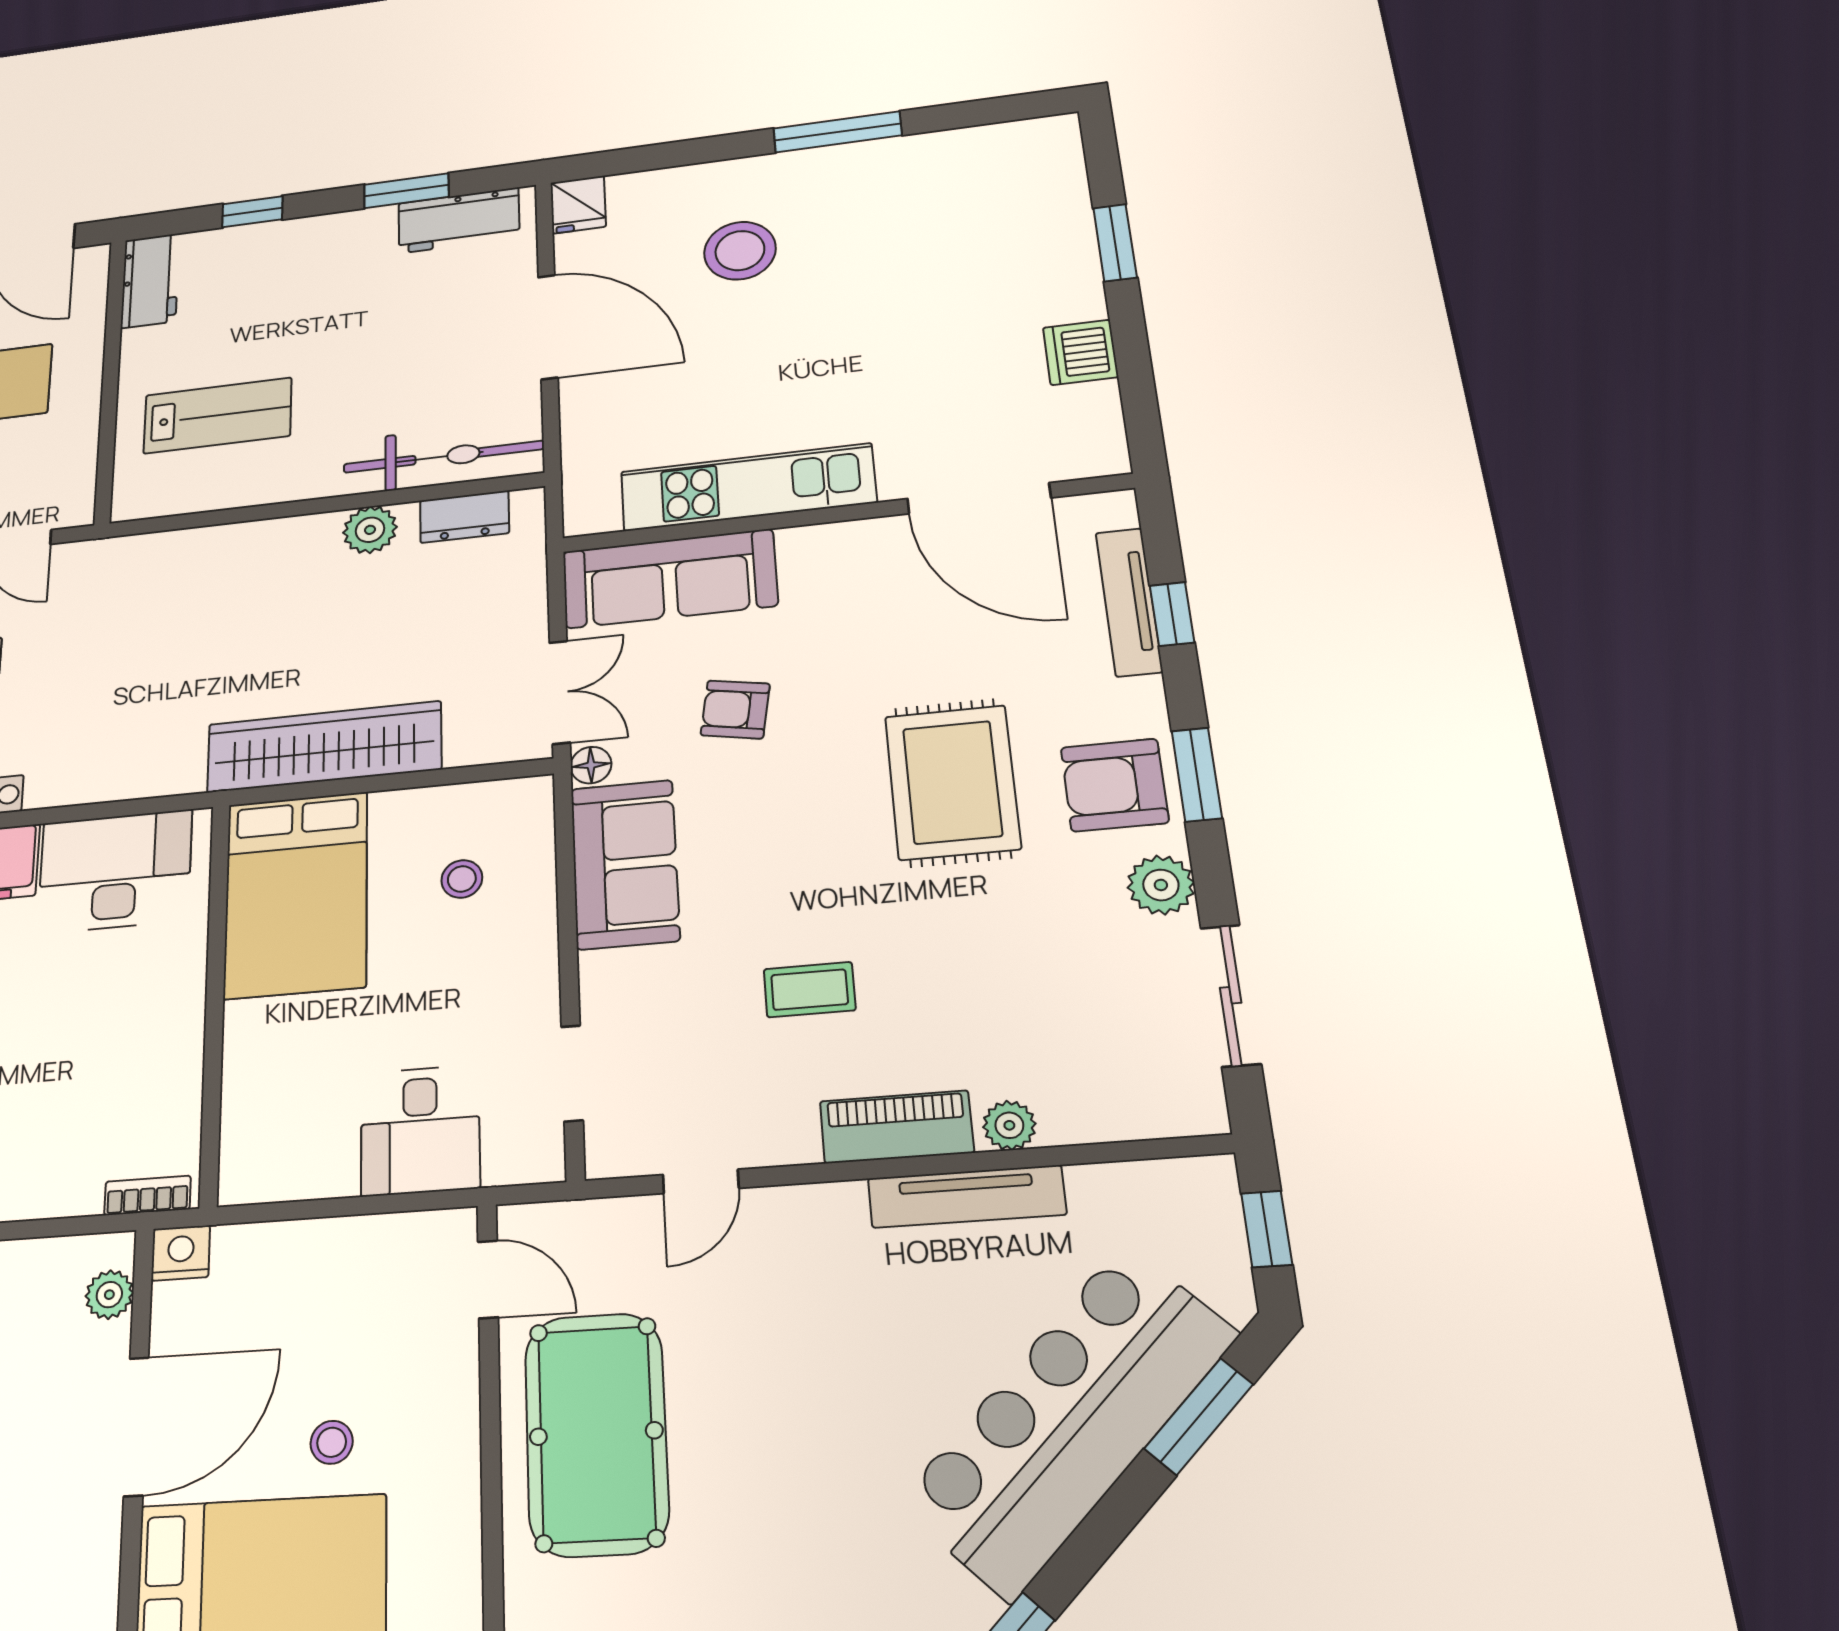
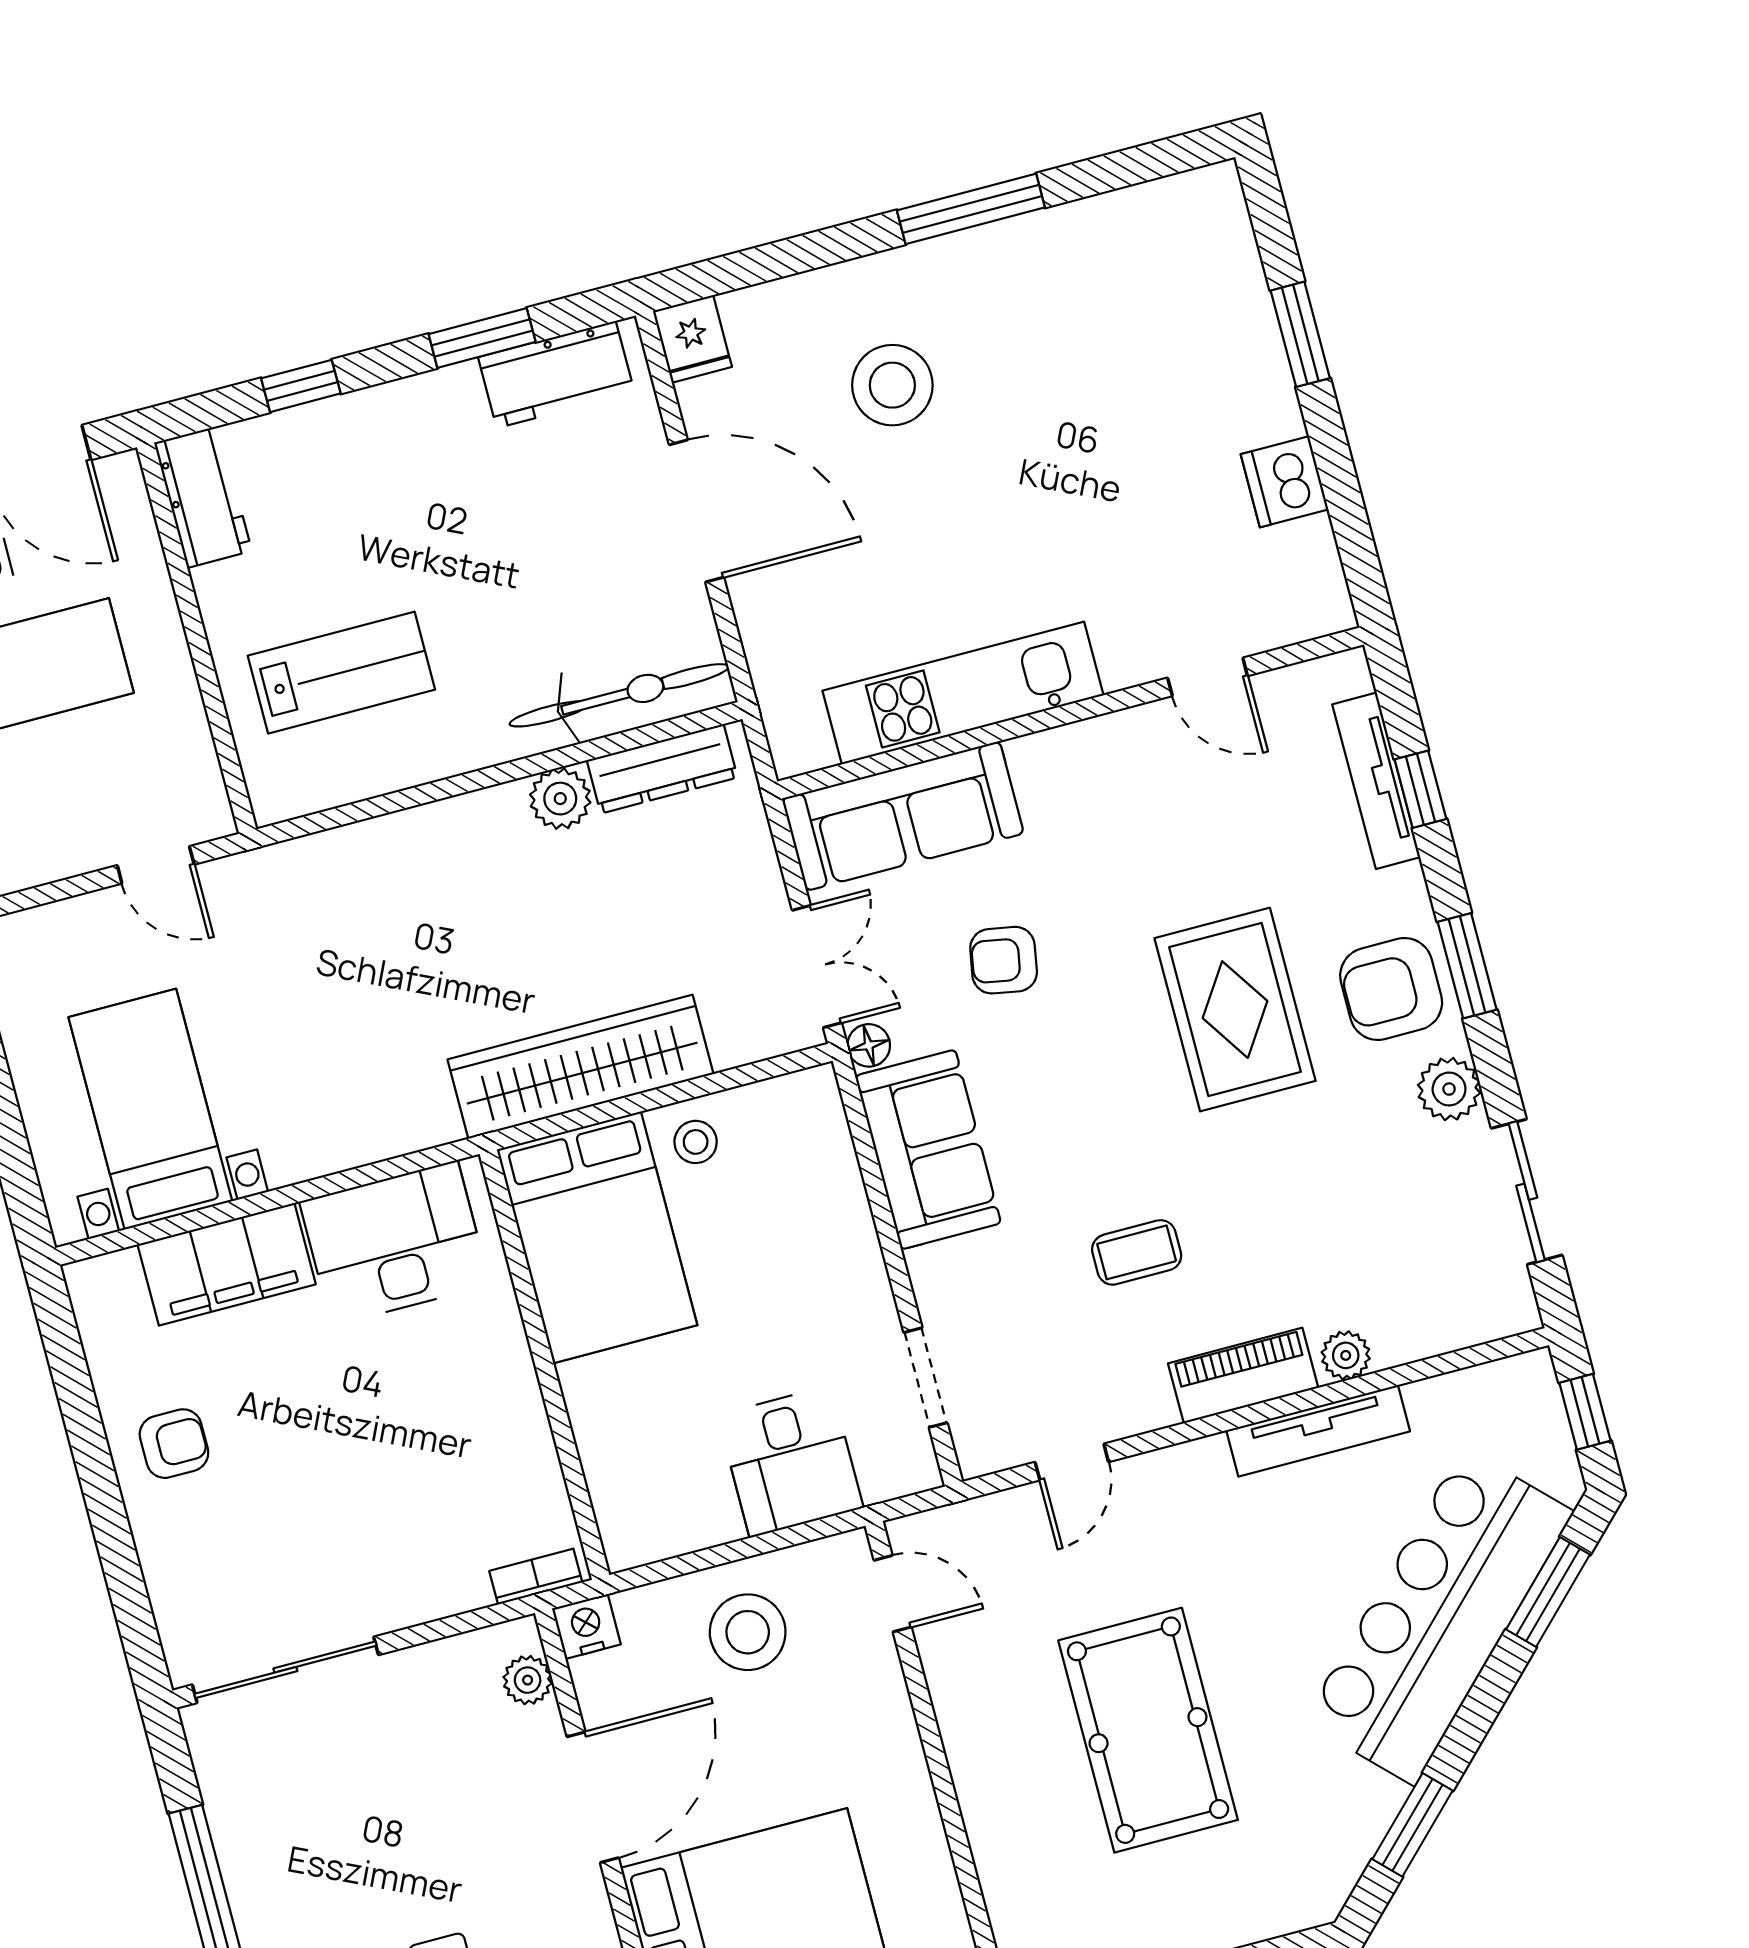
door: (979, 498) -> (1208, 677), width x0.53
dresser: (464, 517) -> (662, 769), width x1.44
stool: (462, 879) -> (696, 1142), moved
pool table: (596, 1434) -> (1148, 1730), moved
stool: (332, 1442) -> (748, 1632), moved, width x1.89, depth x1.89

